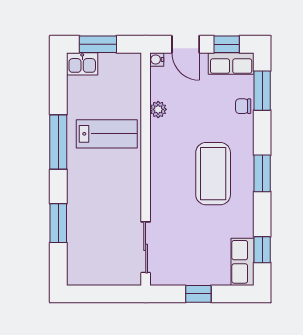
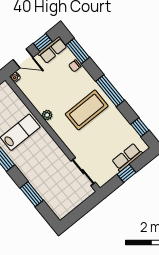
plant: (158, 109) -> (47, 115), moved
window: (262, 173) -> (110, 91), width x1.44
coffee table: (213, 174) -> (87, 110), turned 90
row of seats: (242, 262) -> (127, 157), moved, turned 90

